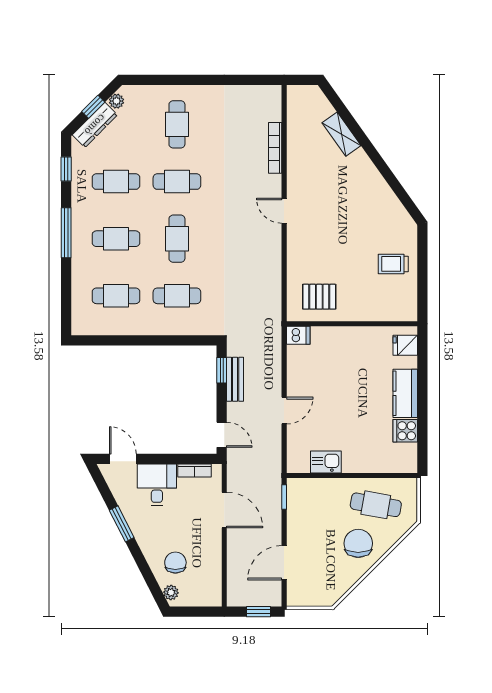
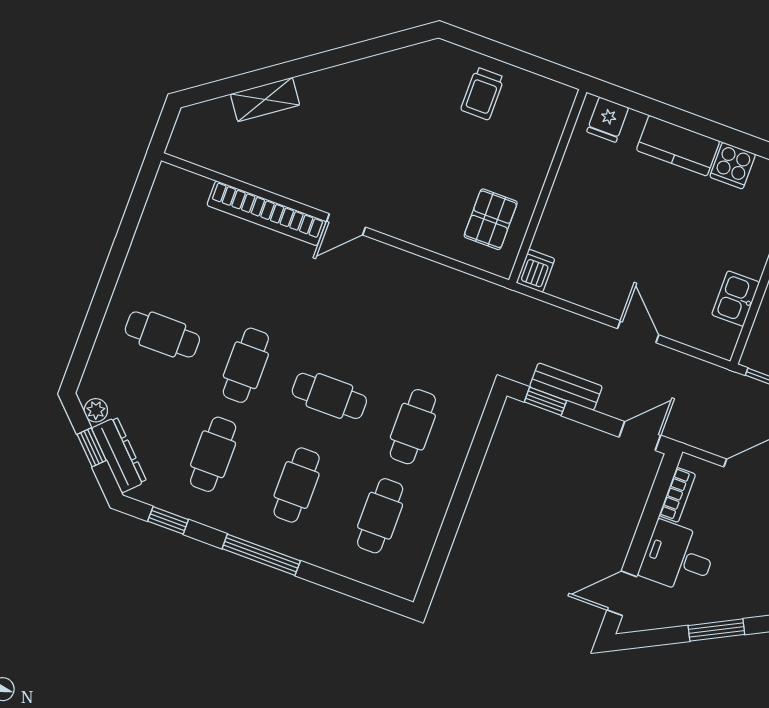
bookcase: (275, 148) -> (266, 213), width x1.48, depth x1.31

